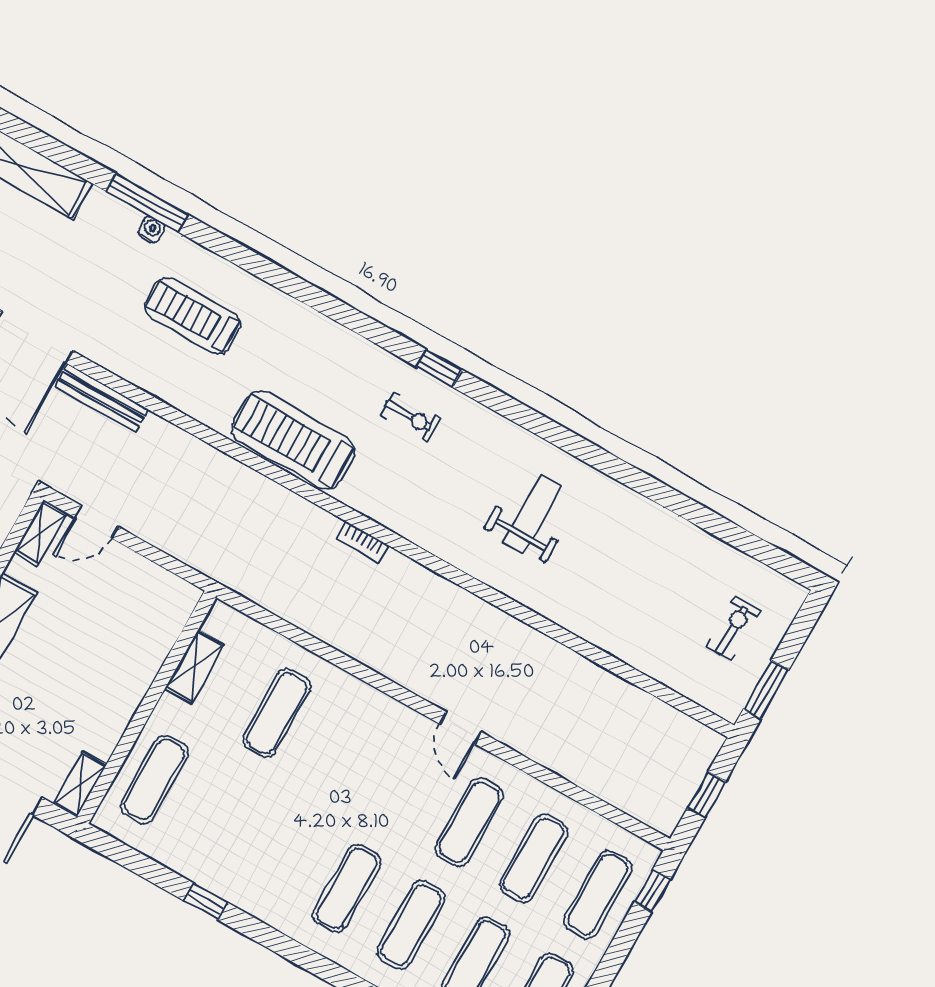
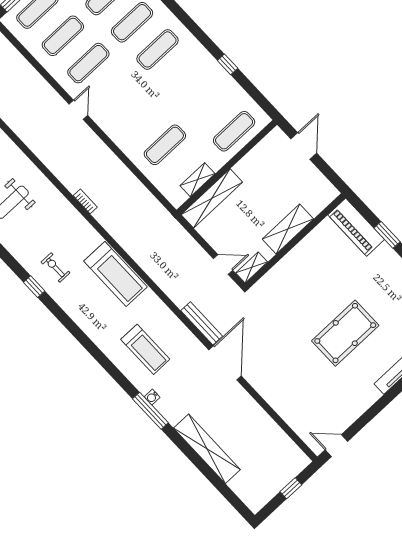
bookcase: (363, 542) -> (85, 201), moved
shelving: (80, 784) -> (212, 198), moved, width x2.20, depth x1.33

